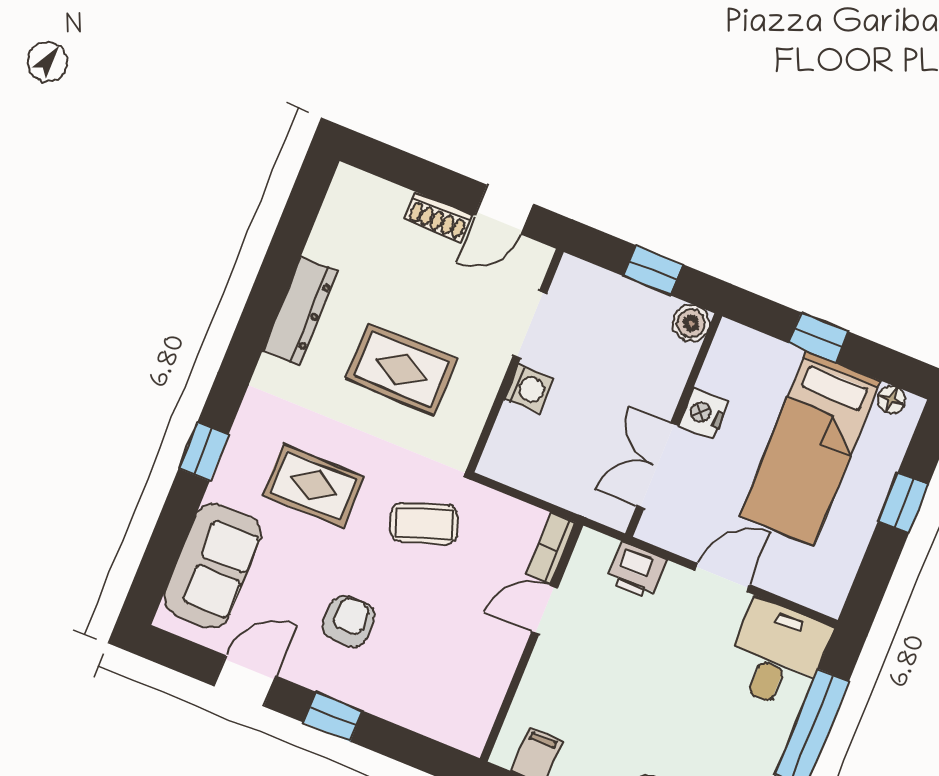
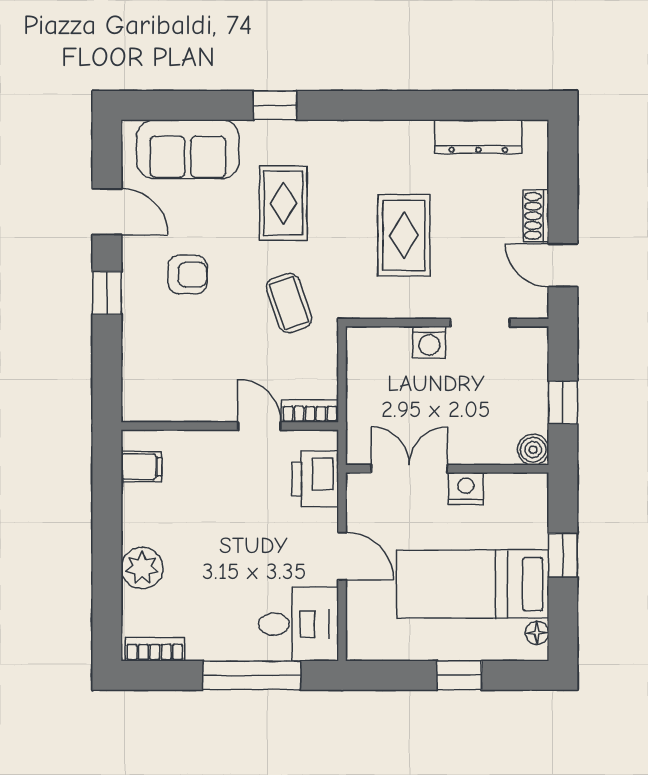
dresser: (300, 311) -> (478, 137), moved
printer: (637, 571) -> (315, 479), width x1.36, depth x1.24

